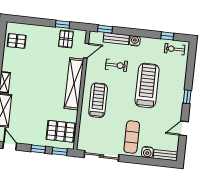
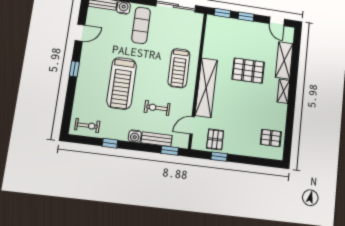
window: (167, 36) -> (110, 143), moved
pallet: (61, 131) -> (248, 71), moved

